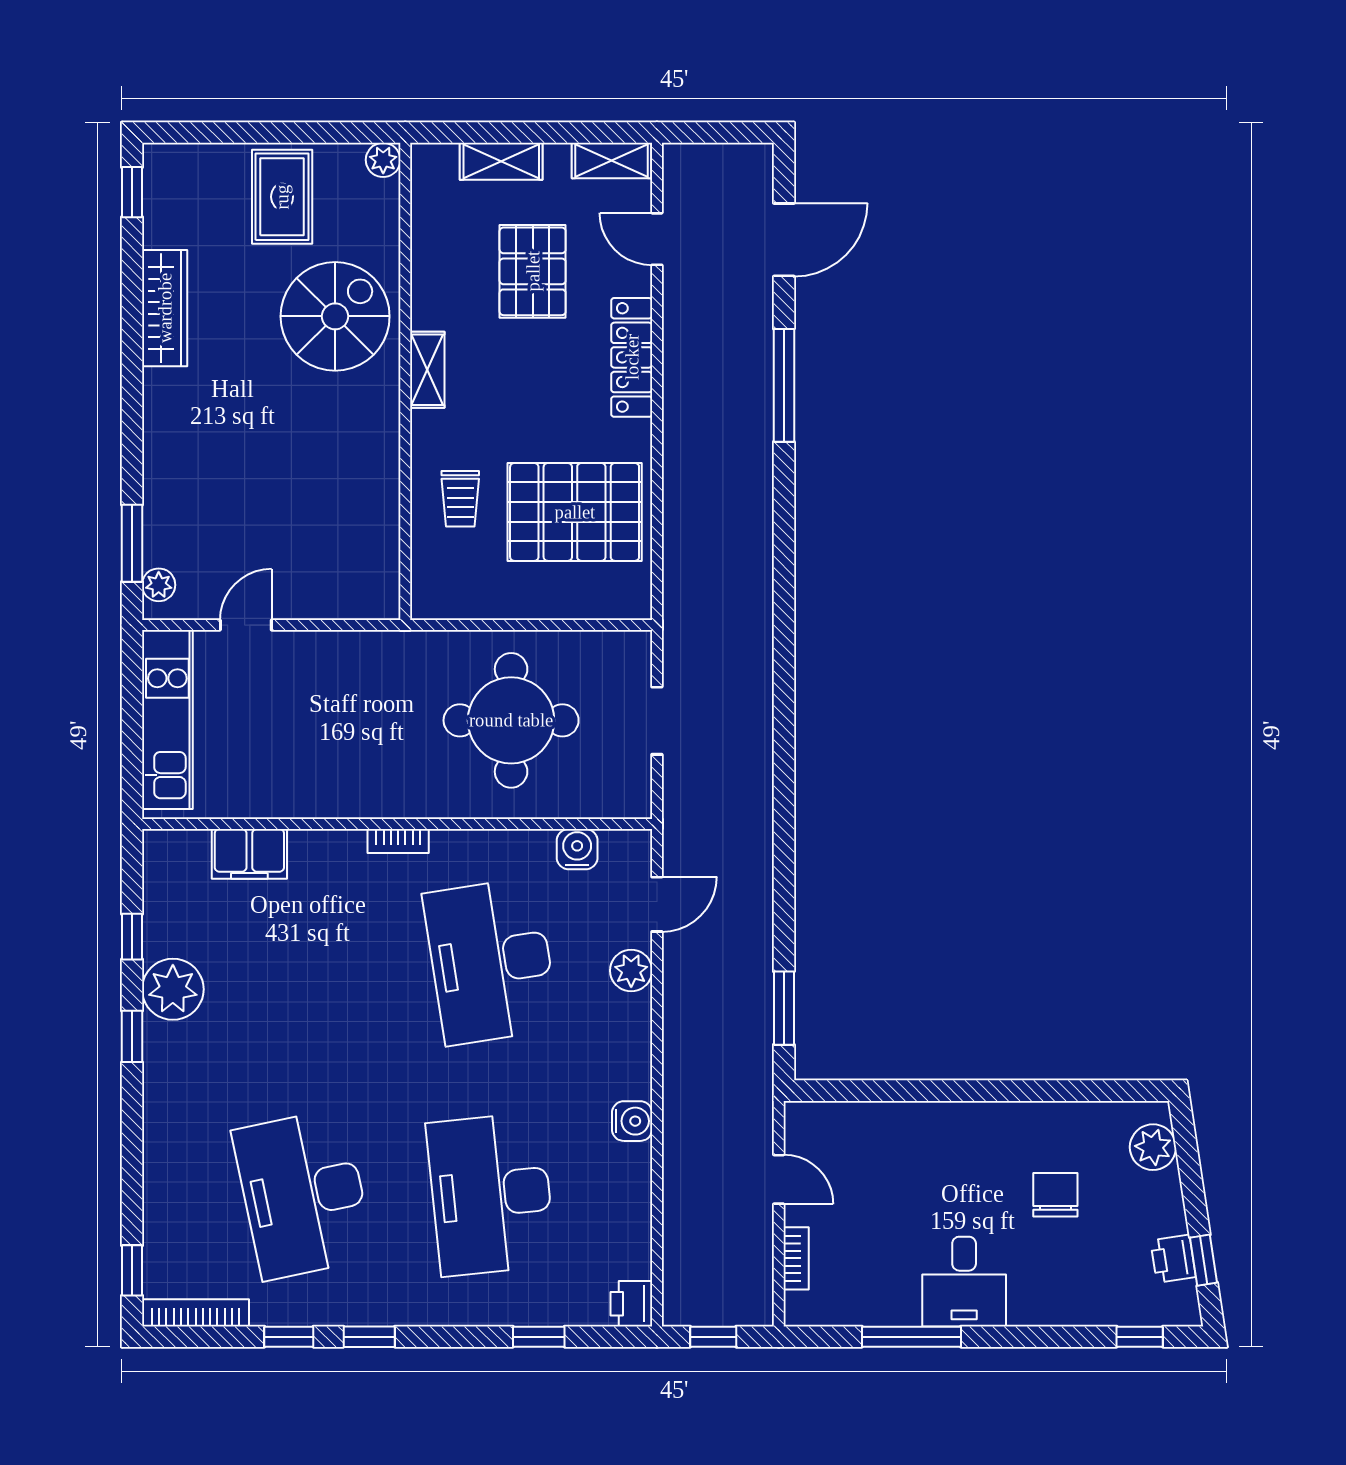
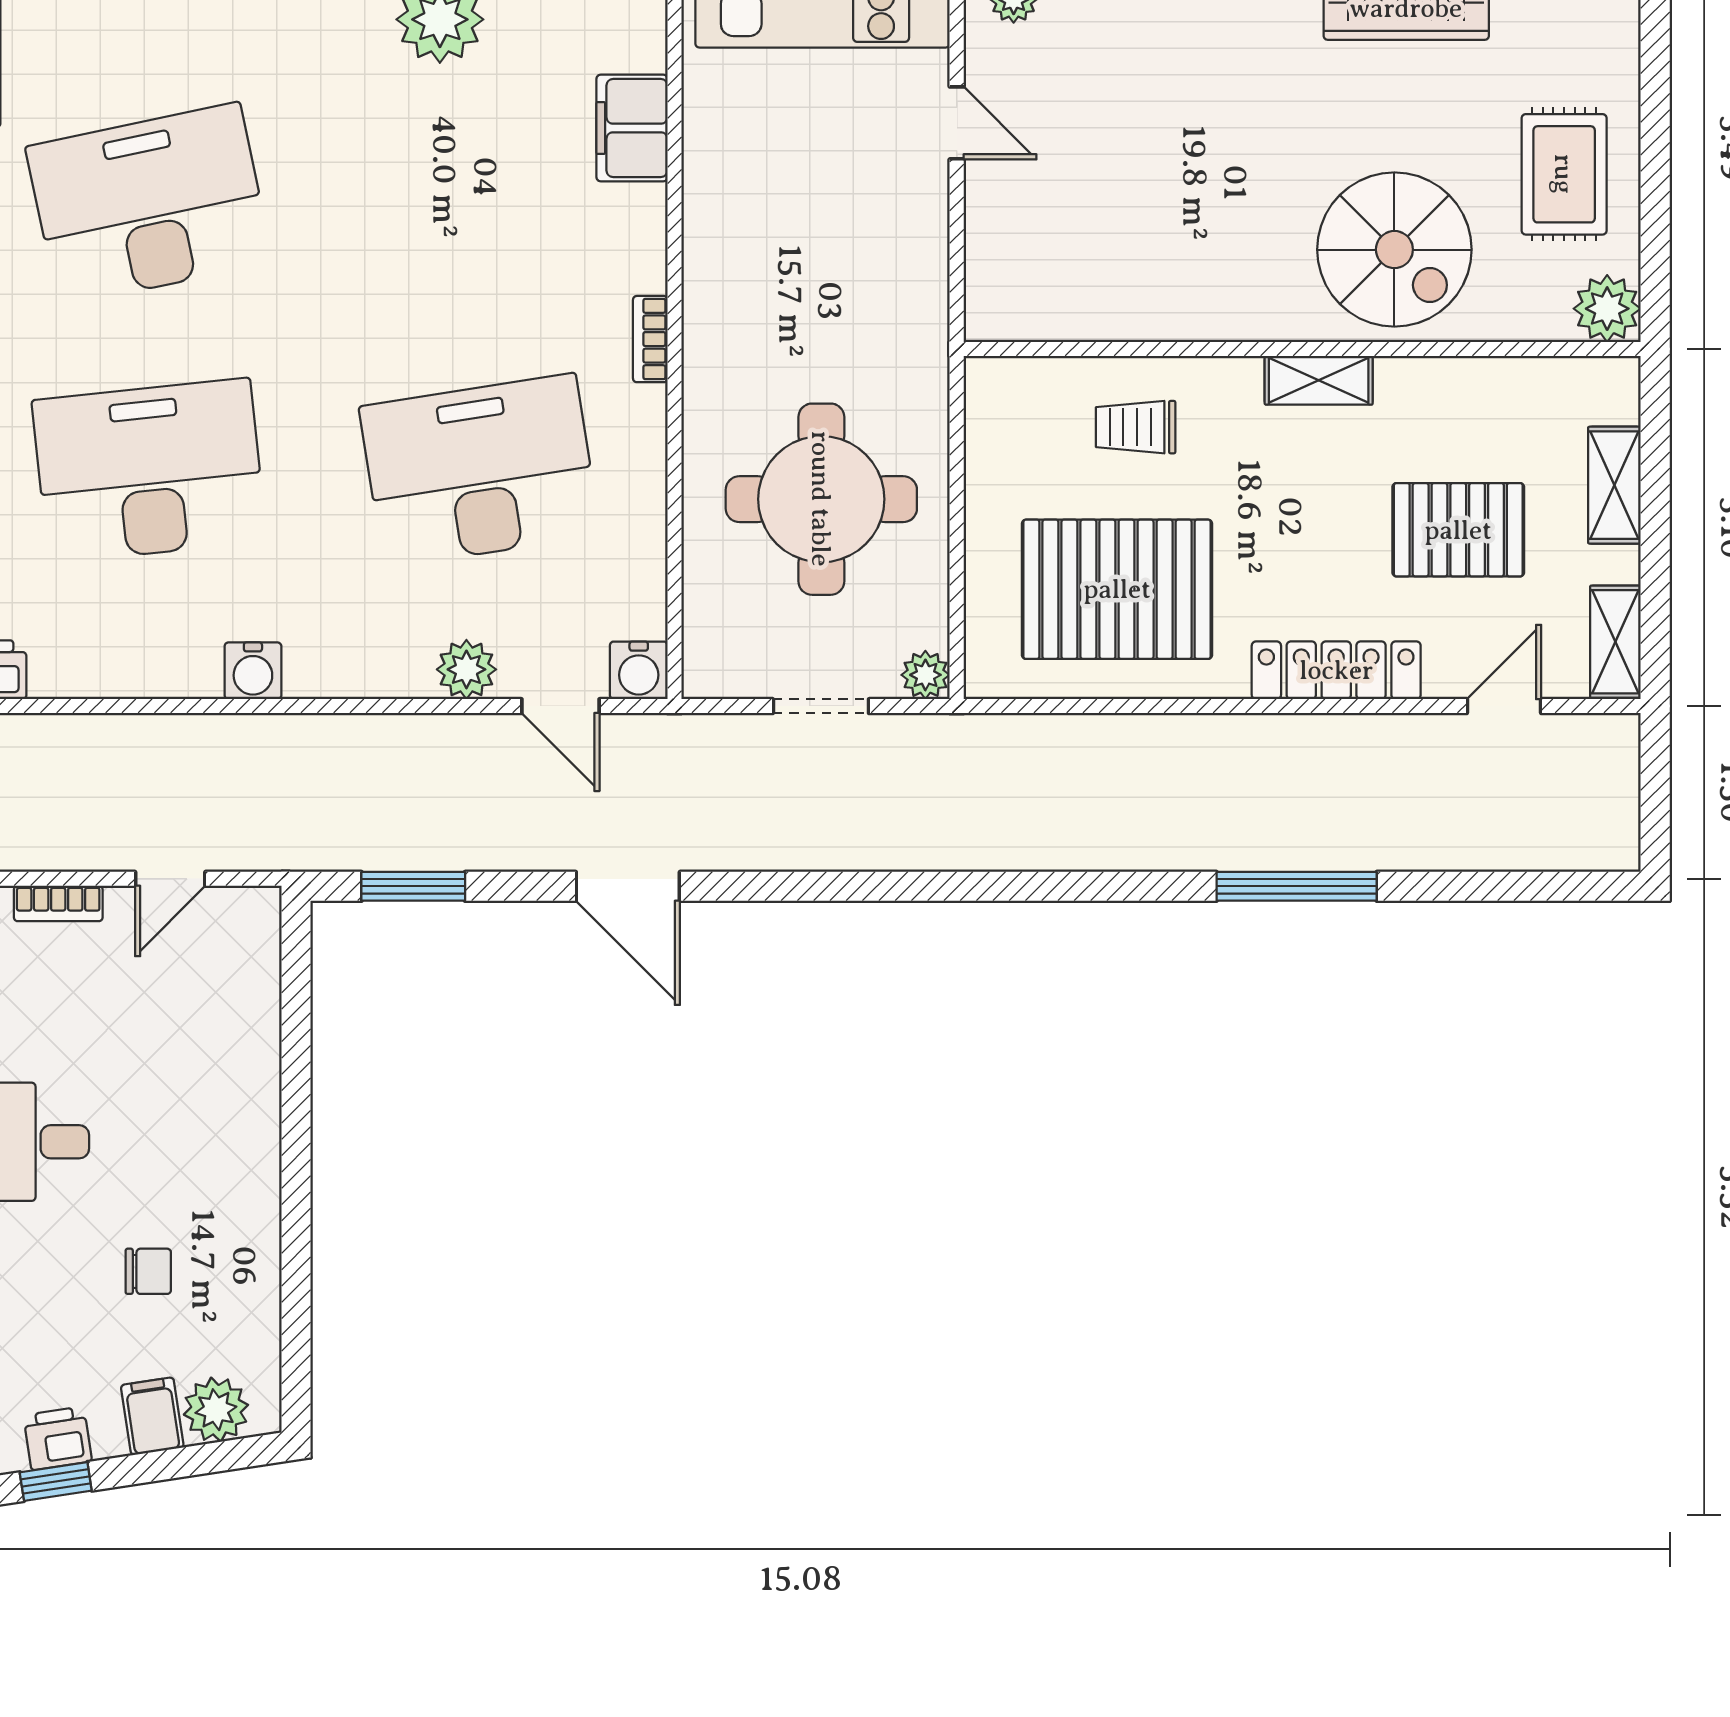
plant: (383, 160) -> (1607, 309), width x1.38, depth x1.38
rug: (282, 197) -> (1564, 174), turned 90
door: (784, 240) -> (628, 886), moved
pallet: (575, 512) -> (1117, 589), turned 90
plant: (635, 647) -> (925, 675), added
water cooler: (577, 849) -> (639, 670), moved, turned 90
filing cabinet: (1158, 1192) -> (152, 1416), added
chair: (1055, 1195) -> (148, 1271), width x0.73, depth x0.73

